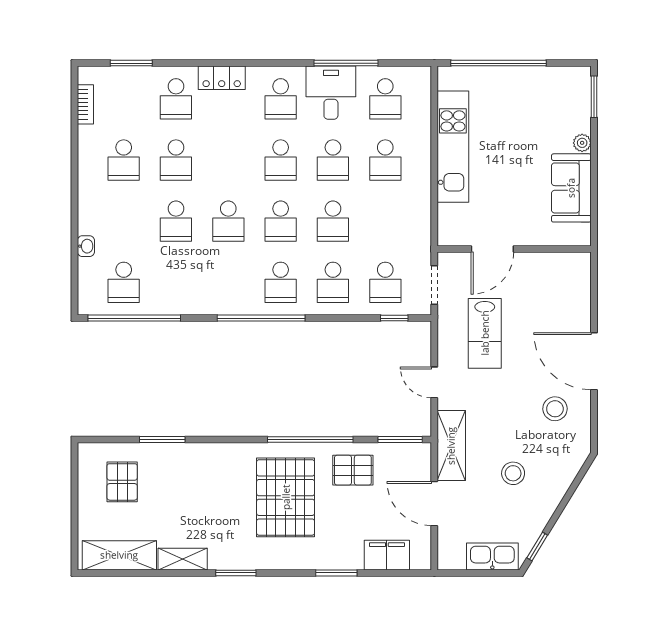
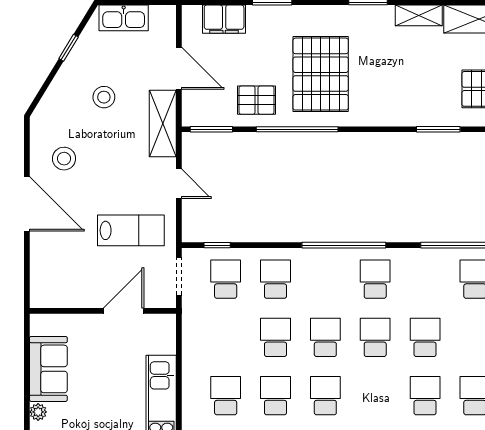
school desk: (281, 282) -> (375, 279), moved
lab bench: (485, 333) -> (131, 230), turned 90
window: (537, 547) -> (69, 48), moved

